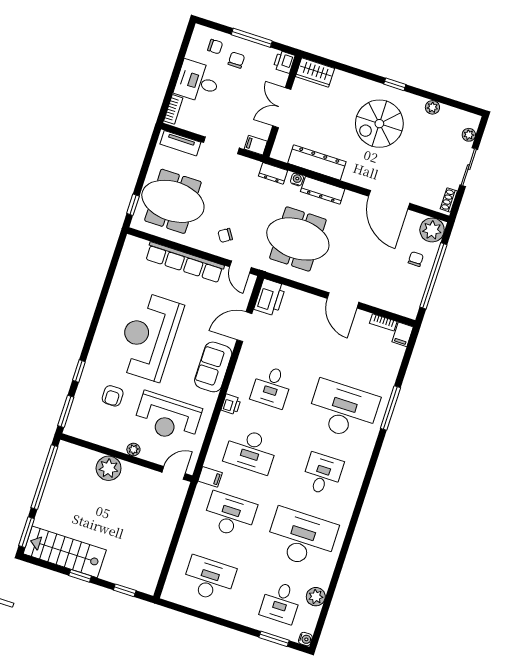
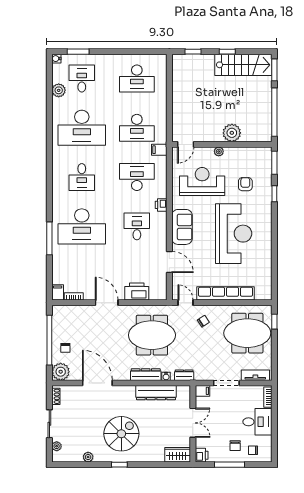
printer: (270, 297) -> (137, 292), moved, turned 90
door: (244, 327) -> (169, 262), hinge flipped

